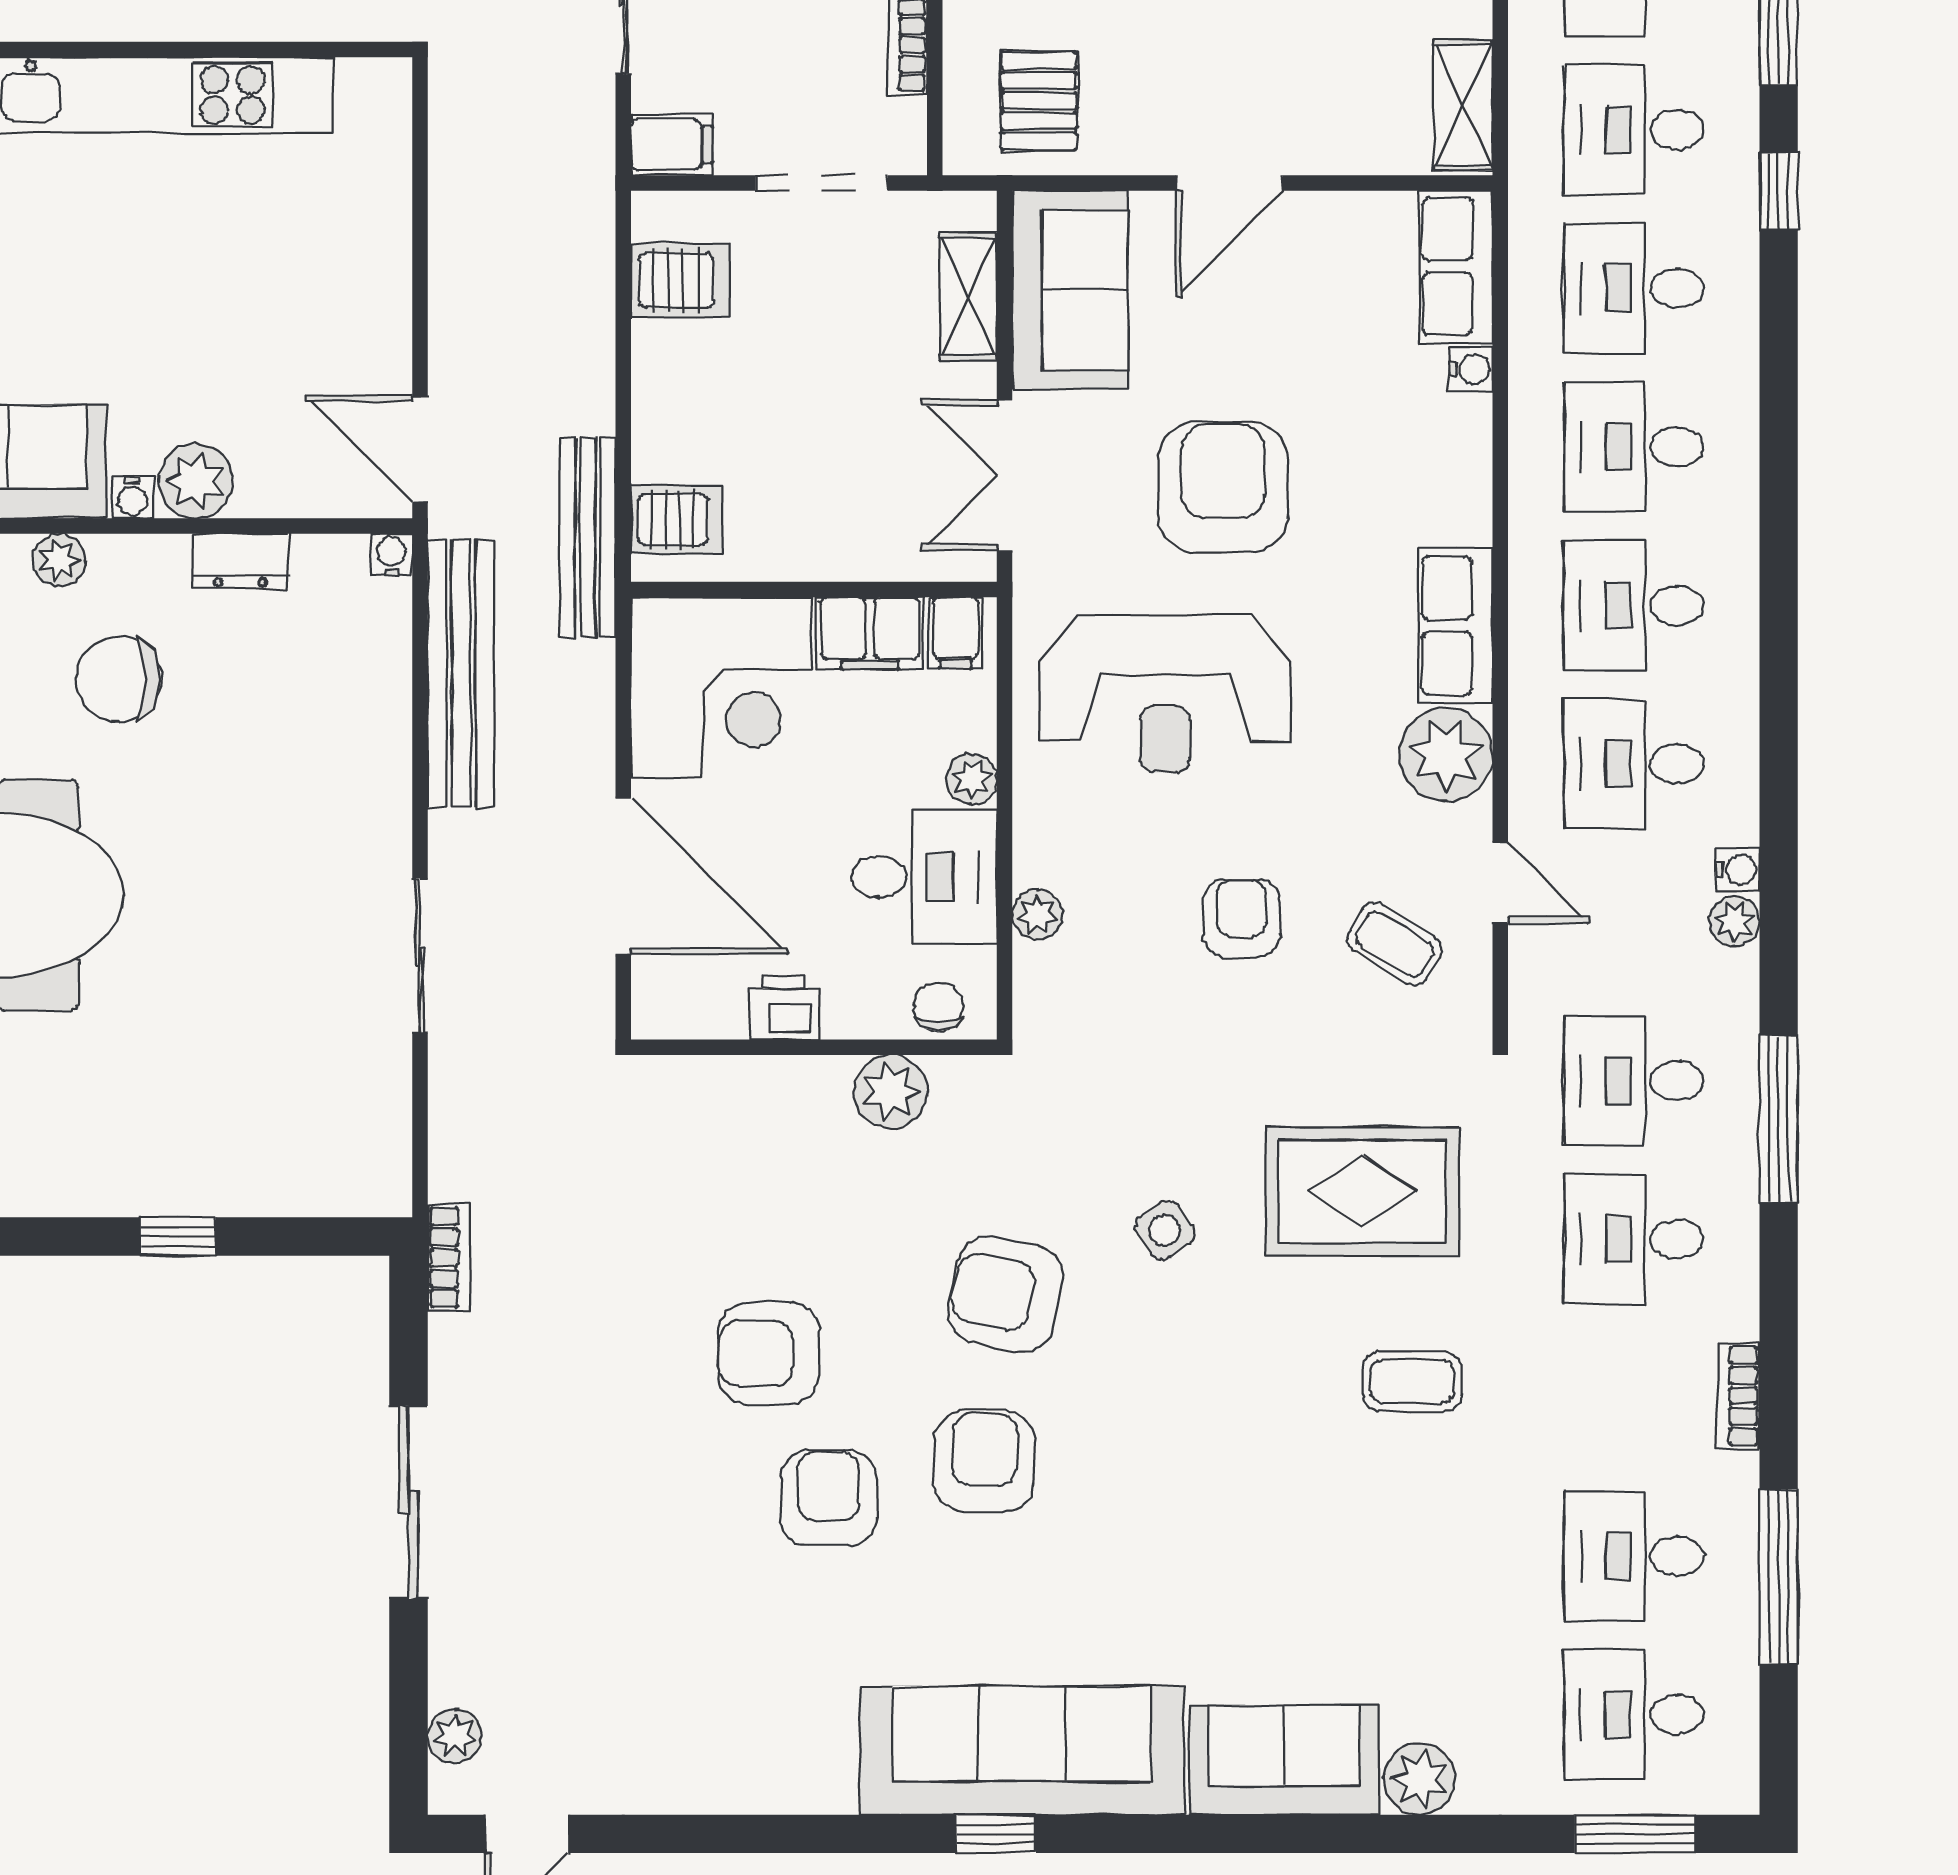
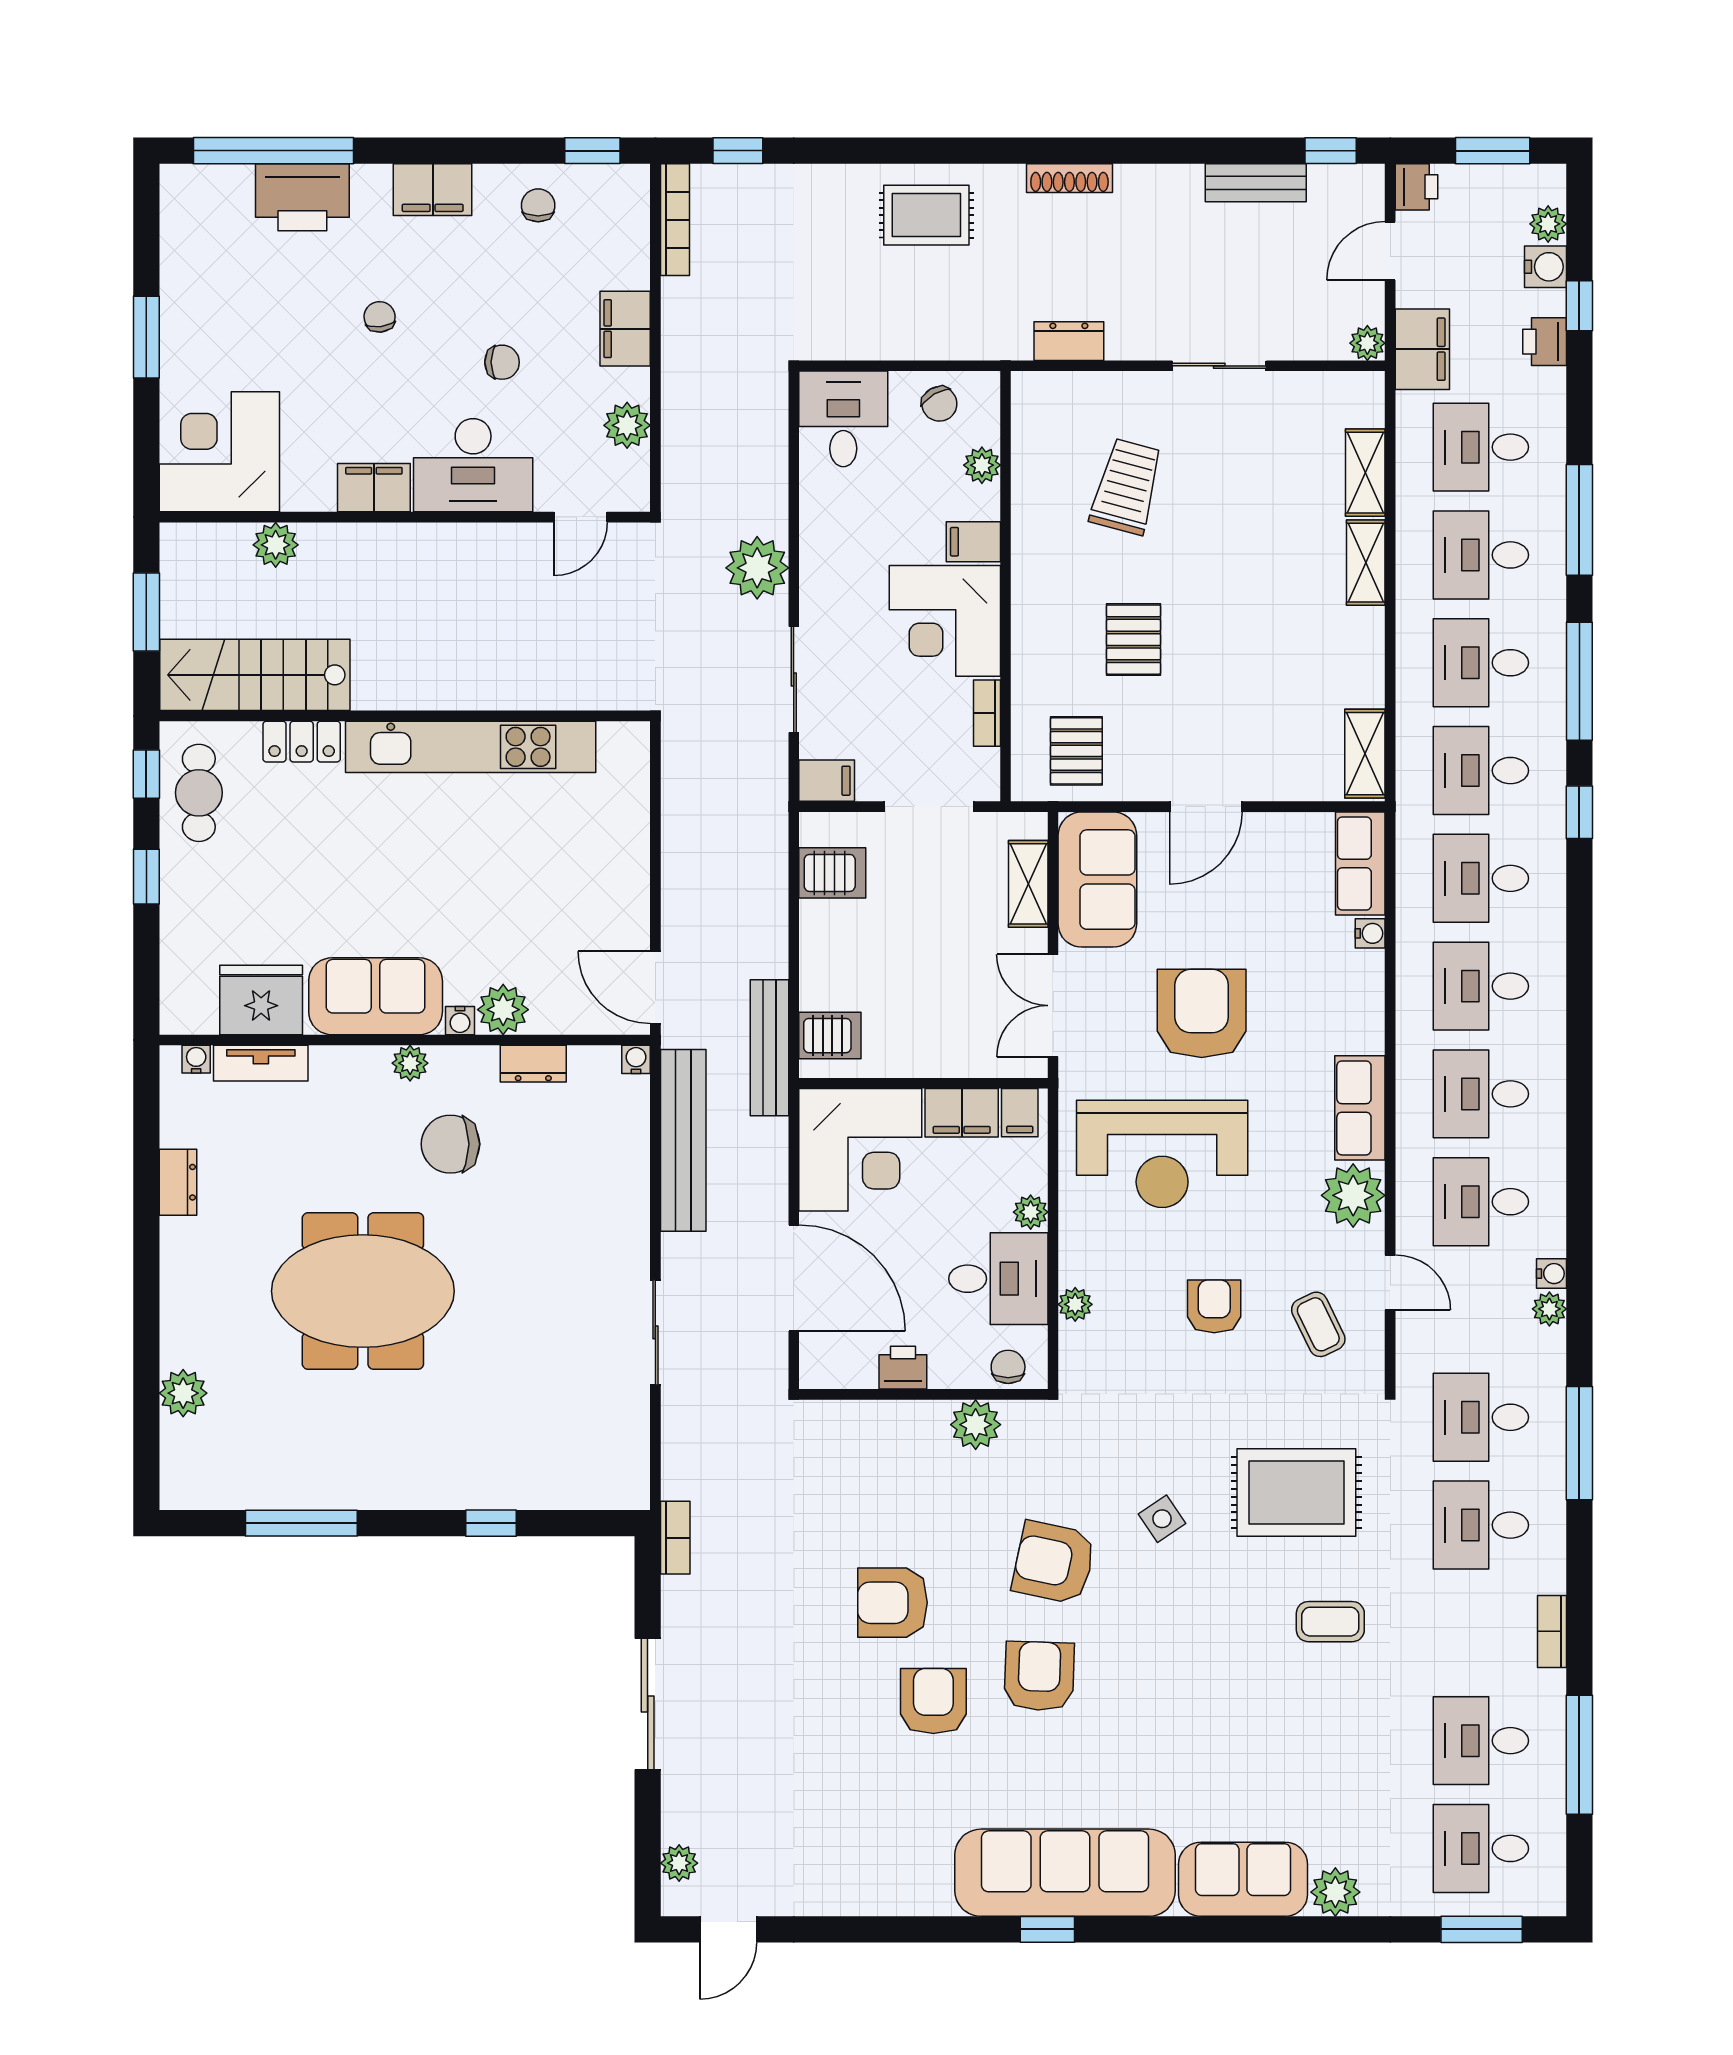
coffee table: (1395, 944) -> (1318, 1324), turned 32

